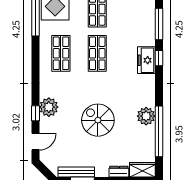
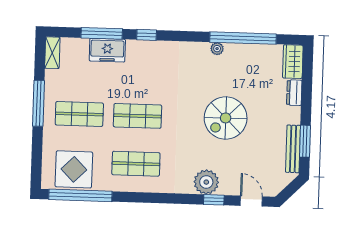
freezer: (146, 60) -> (107, 50), moved
plant: (146, 116) -> (217, 49), width x0.53, depth x0.53

